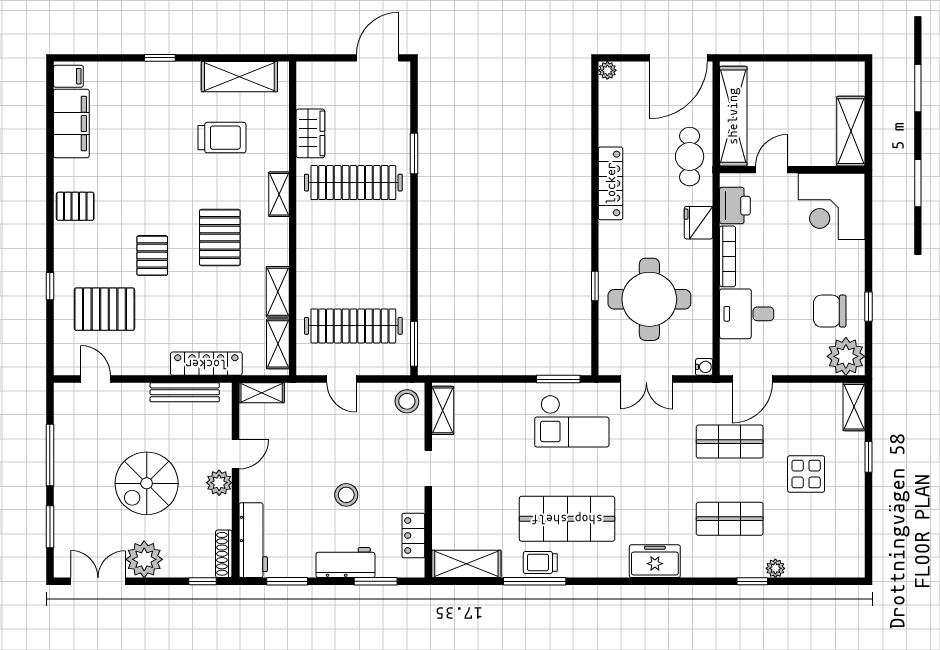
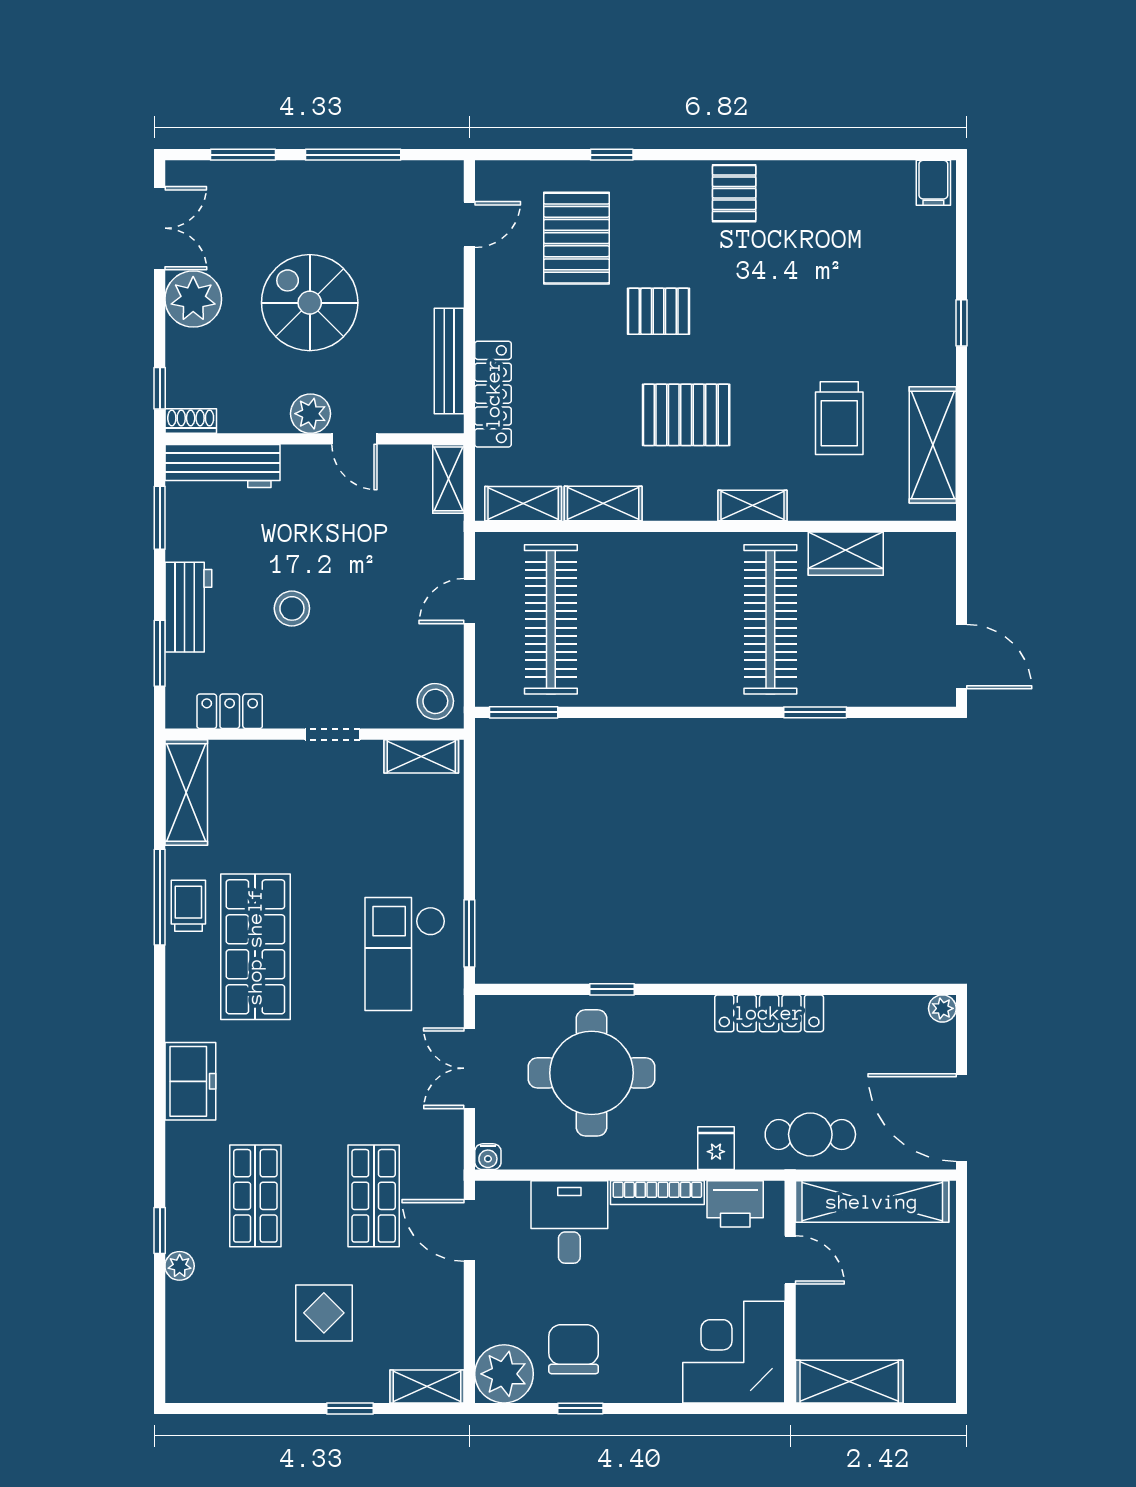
filing cabinet: (71, 124) -> (861, 187), removed
fridge: (699, 223) -> (716, 1148), width x0.72
shoe rack: (224, 554) -> (191, 421), width x0.70

